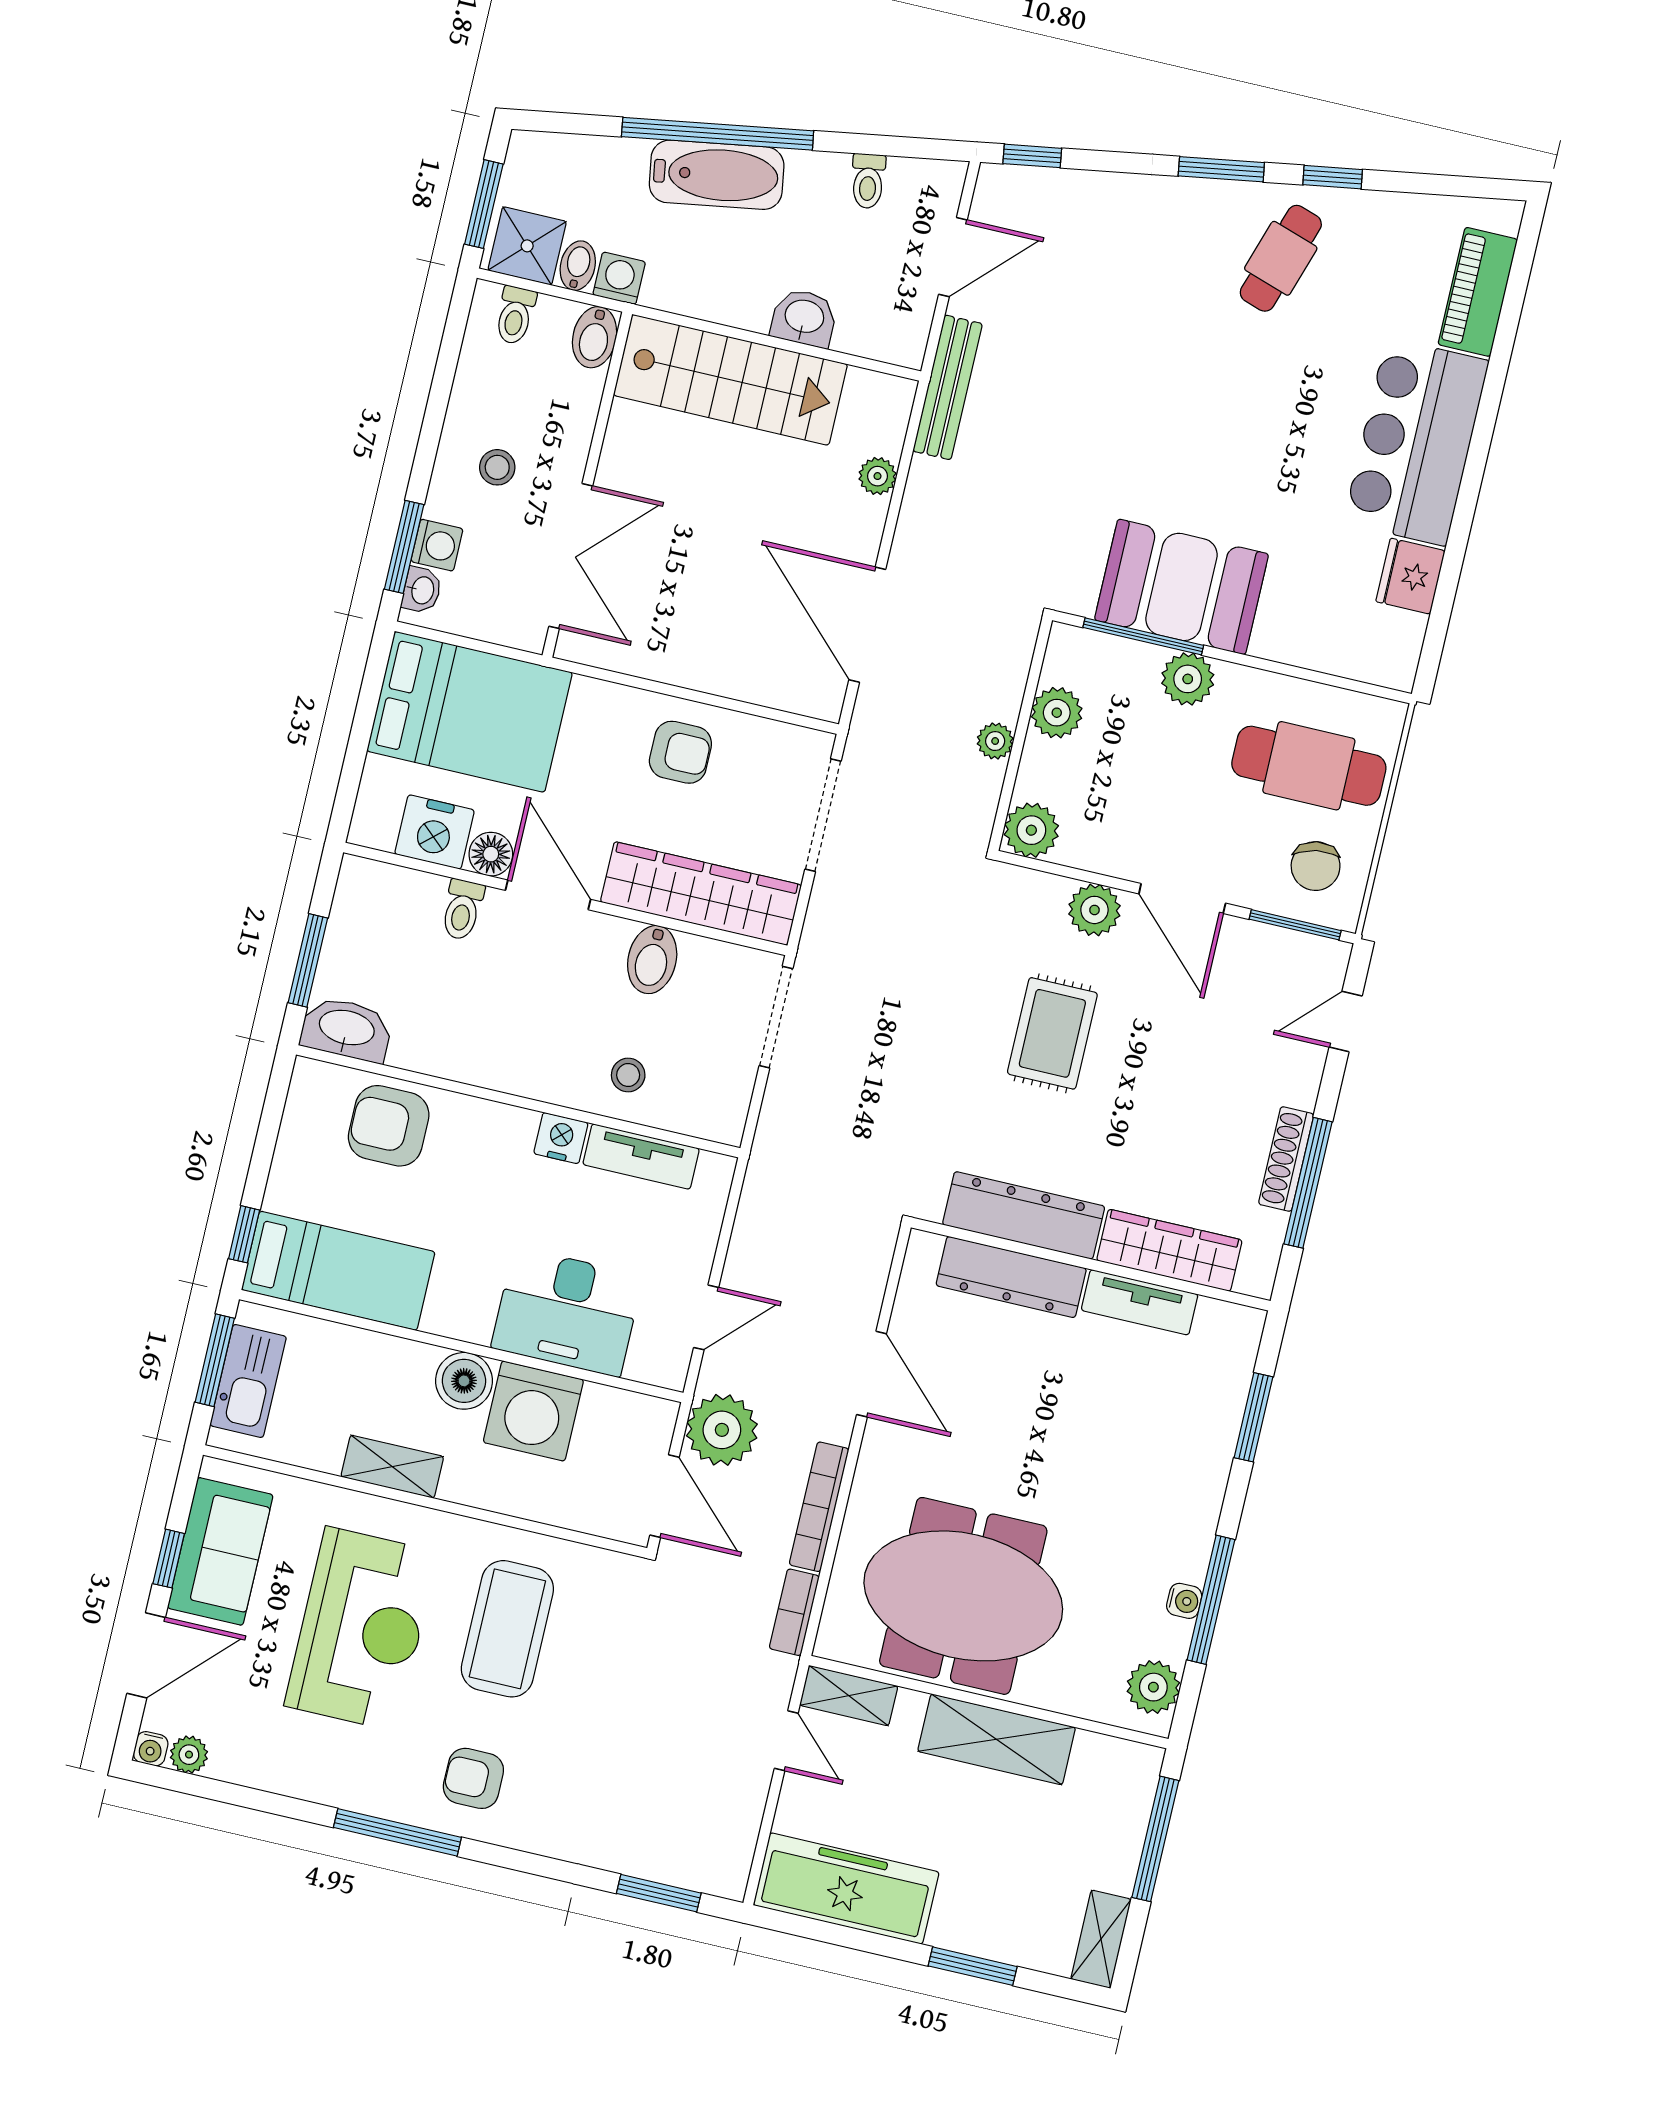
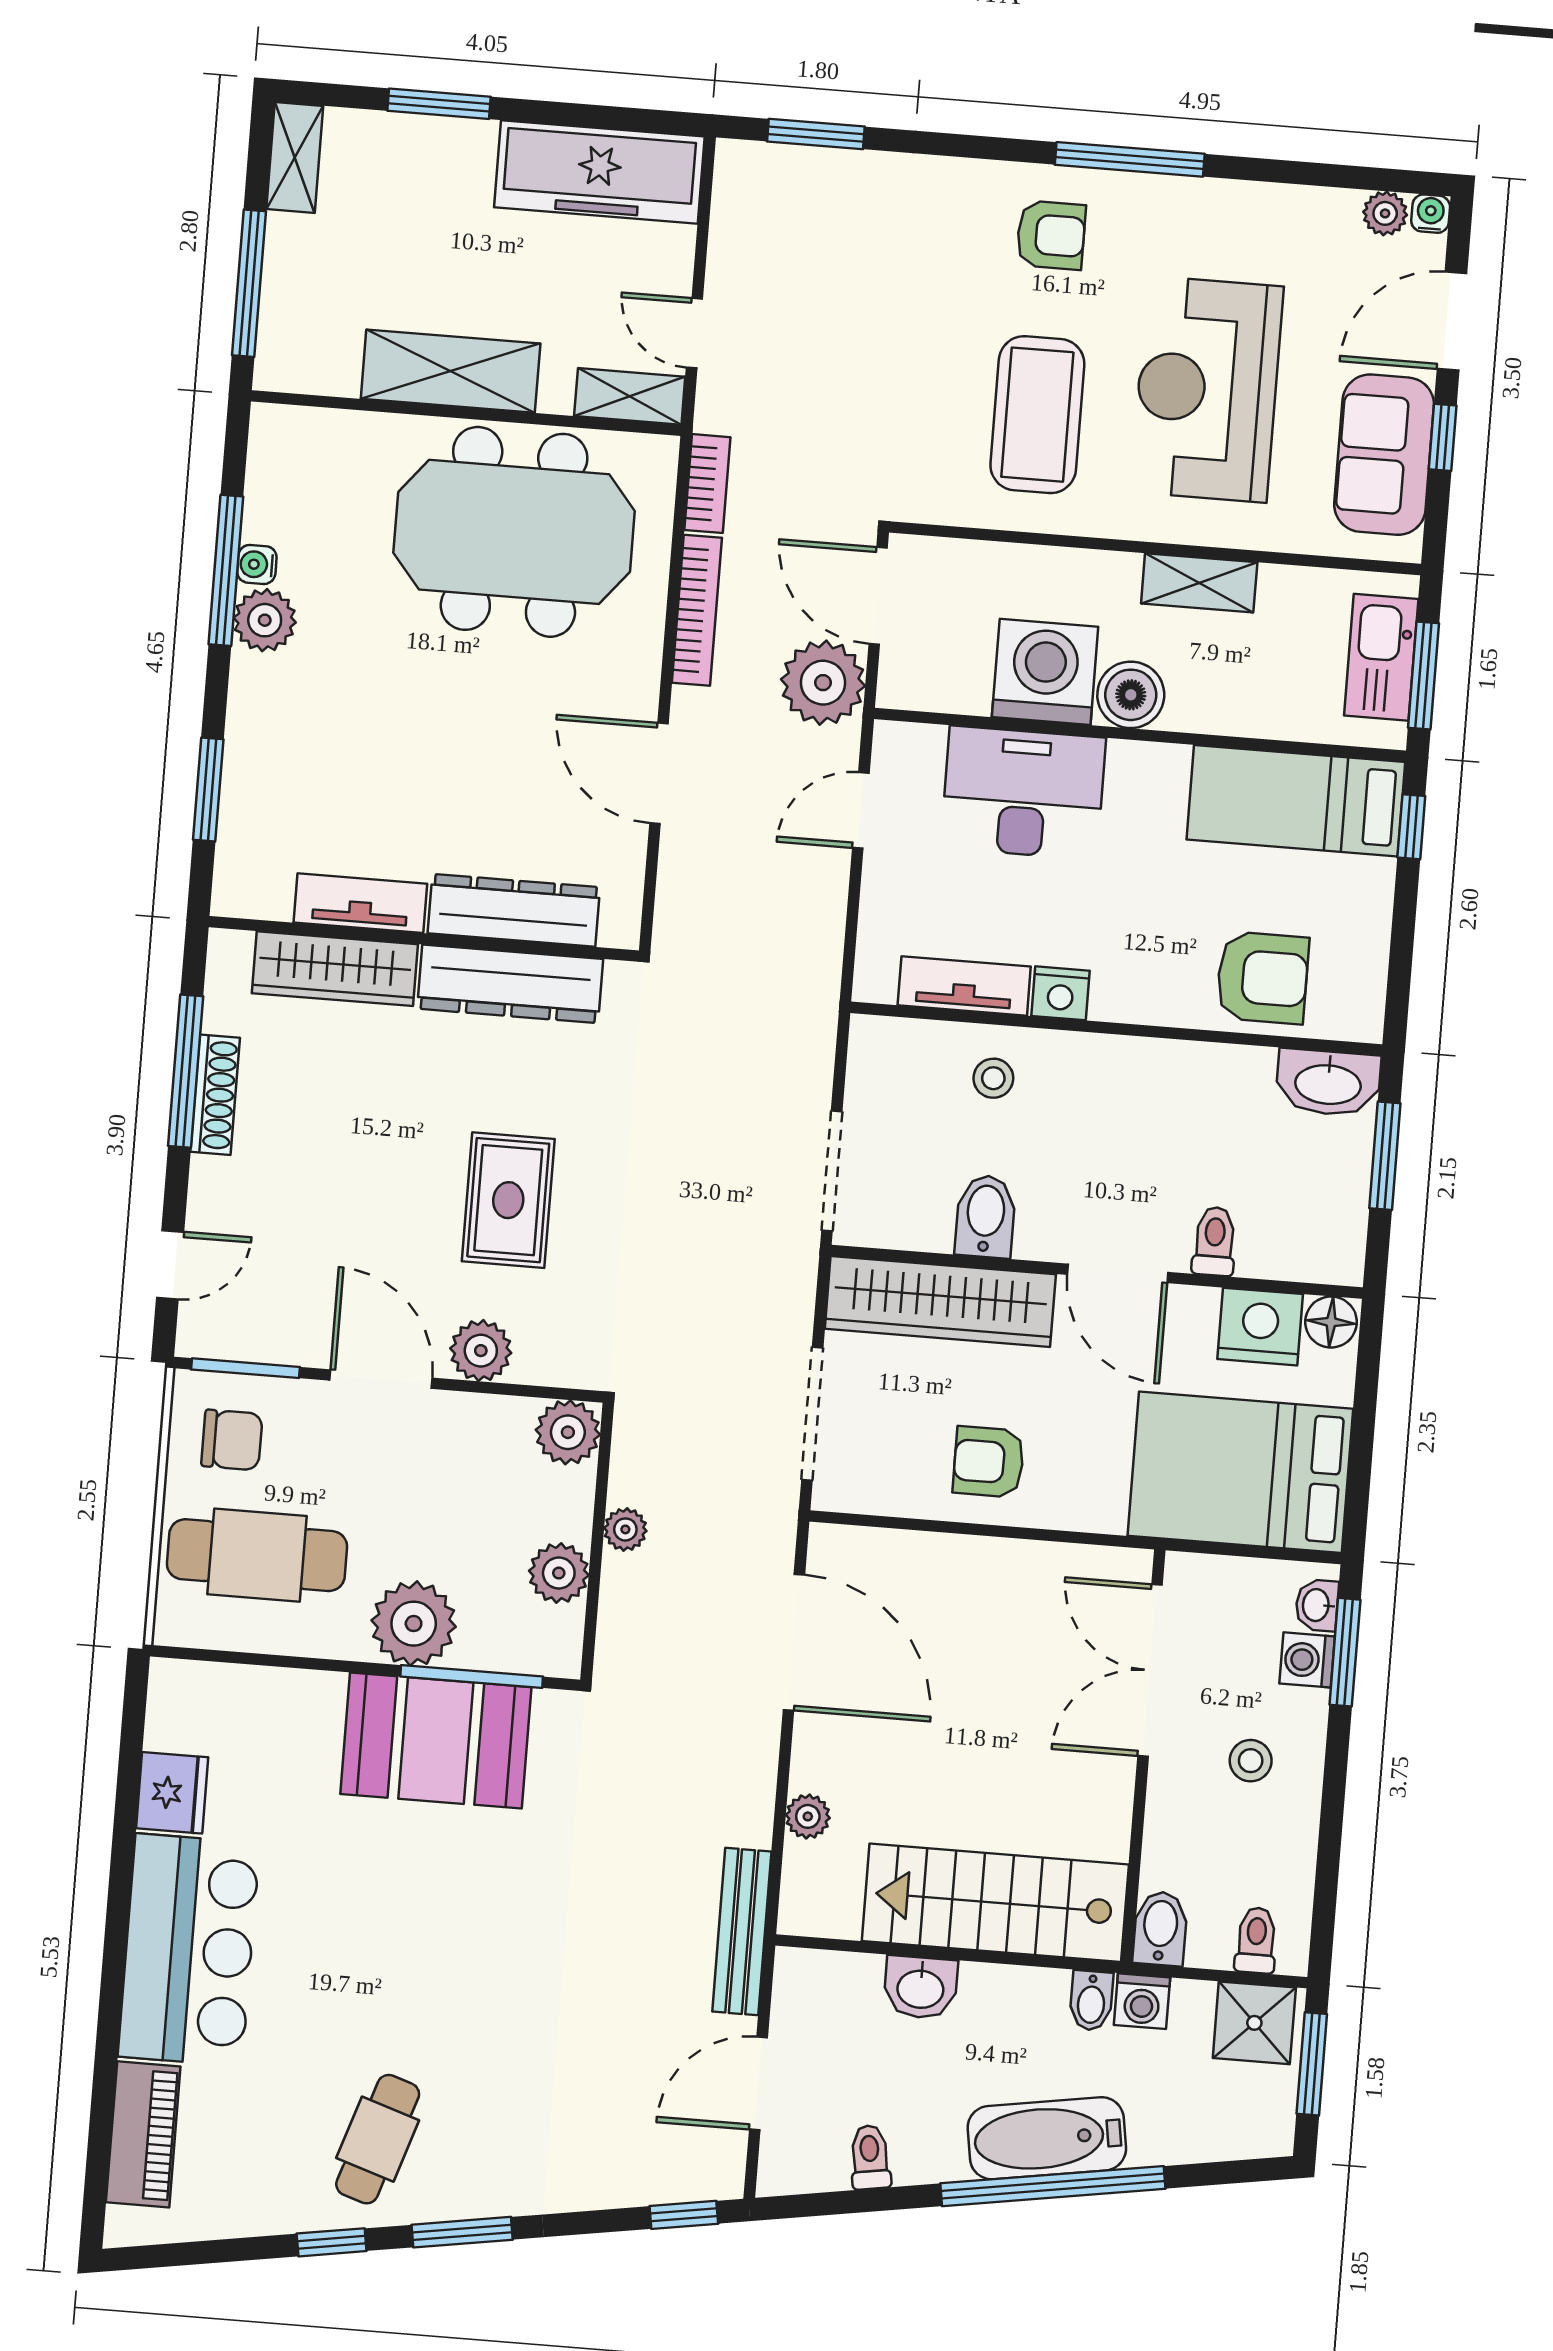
bidet: (578, 266) -> (1091, 2001), moved
plant: (1188, 679) -> (414, 1624), width x1.36, depth x1.36
floor lamp: (491, 854) -> (1331, 1322), moved
chair: (1316, 866) -> (232, 1440), turned 100
plant: (1153, 1687) -> (265, 620), moved

